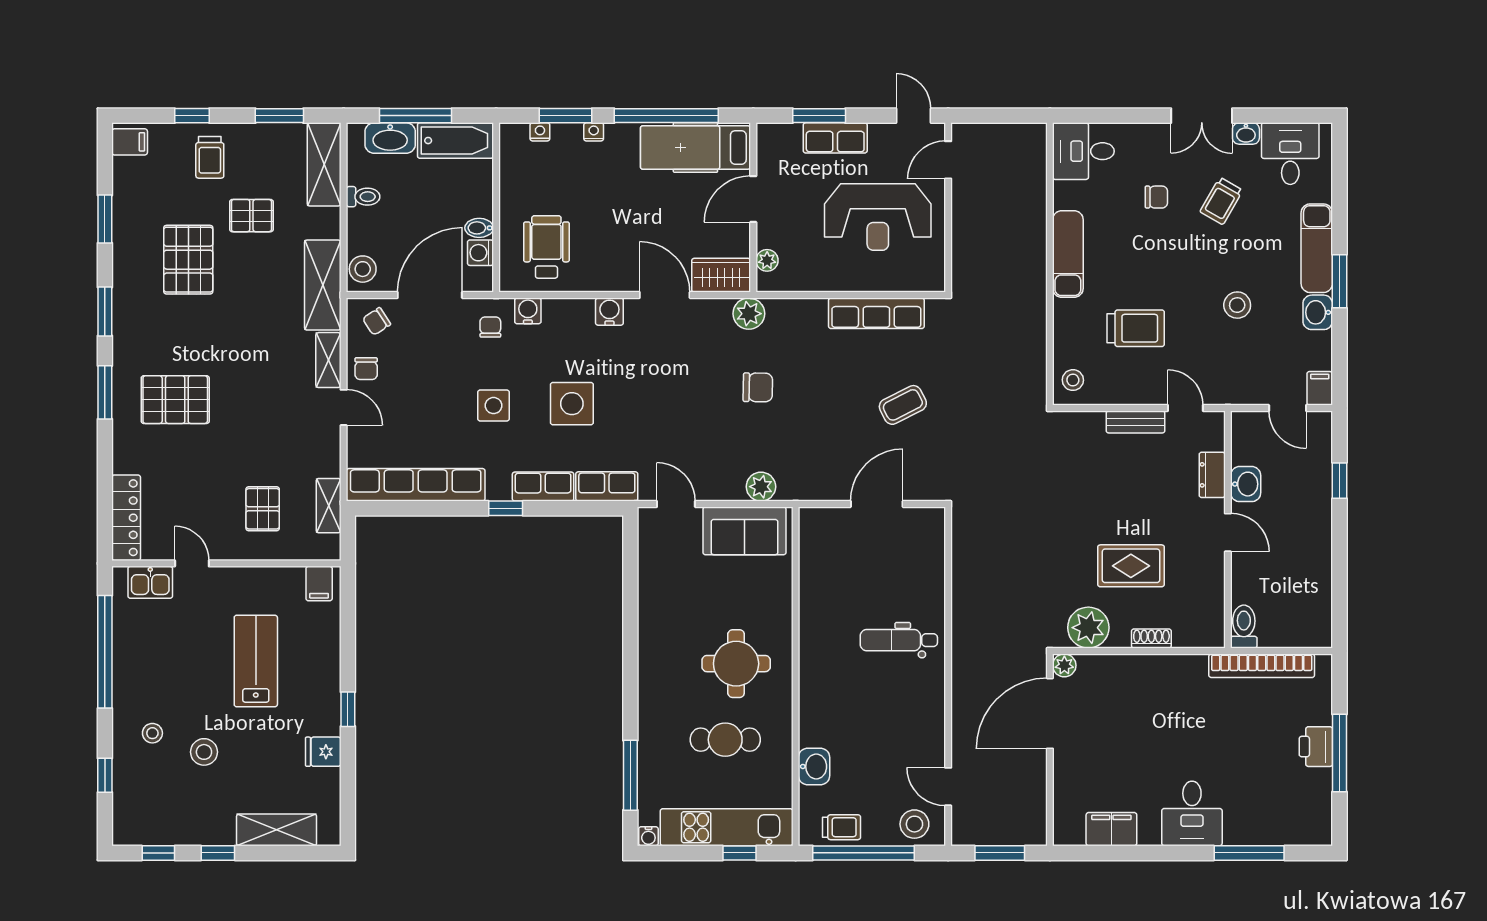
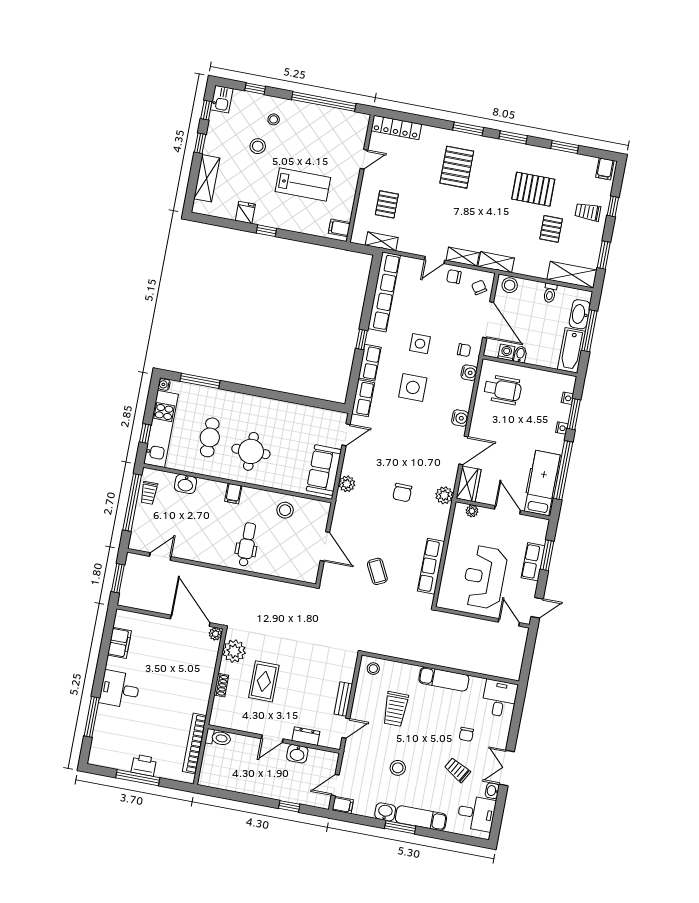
shelving: (323, 285) -> (496, 262), width x0.67, depth x0.75
pallet: (263, 509) -> (387, 204), turned 90
kitchen sink: (150, 582) -> (222, 99), moved, turned 180
filing cabinet: (815, 680) -> (233, 494), added
stool: (914, 824) -> (285, 510), moved

